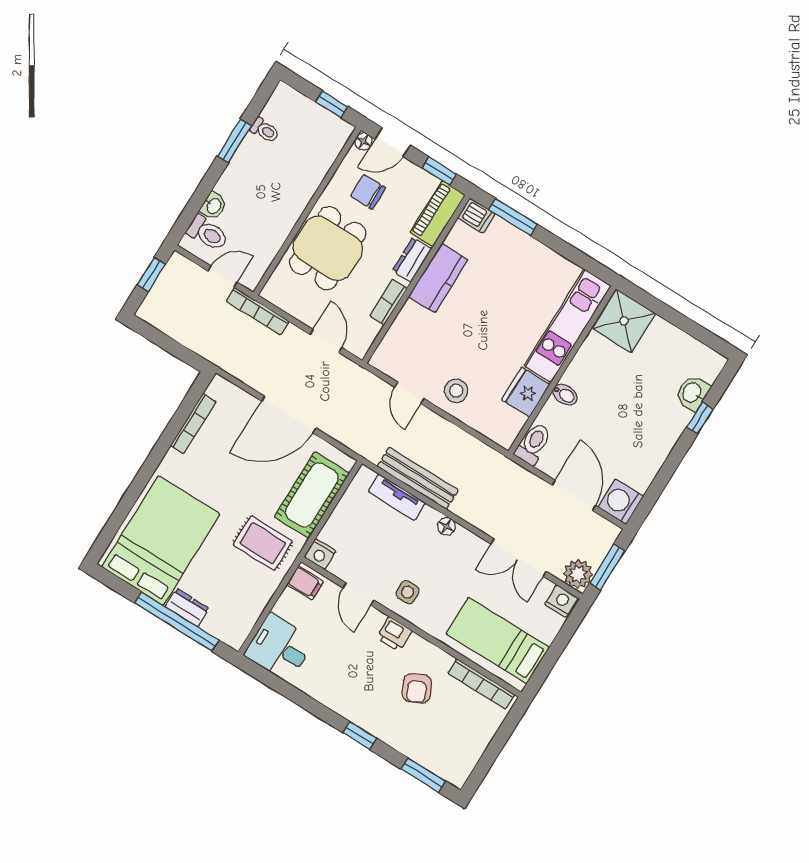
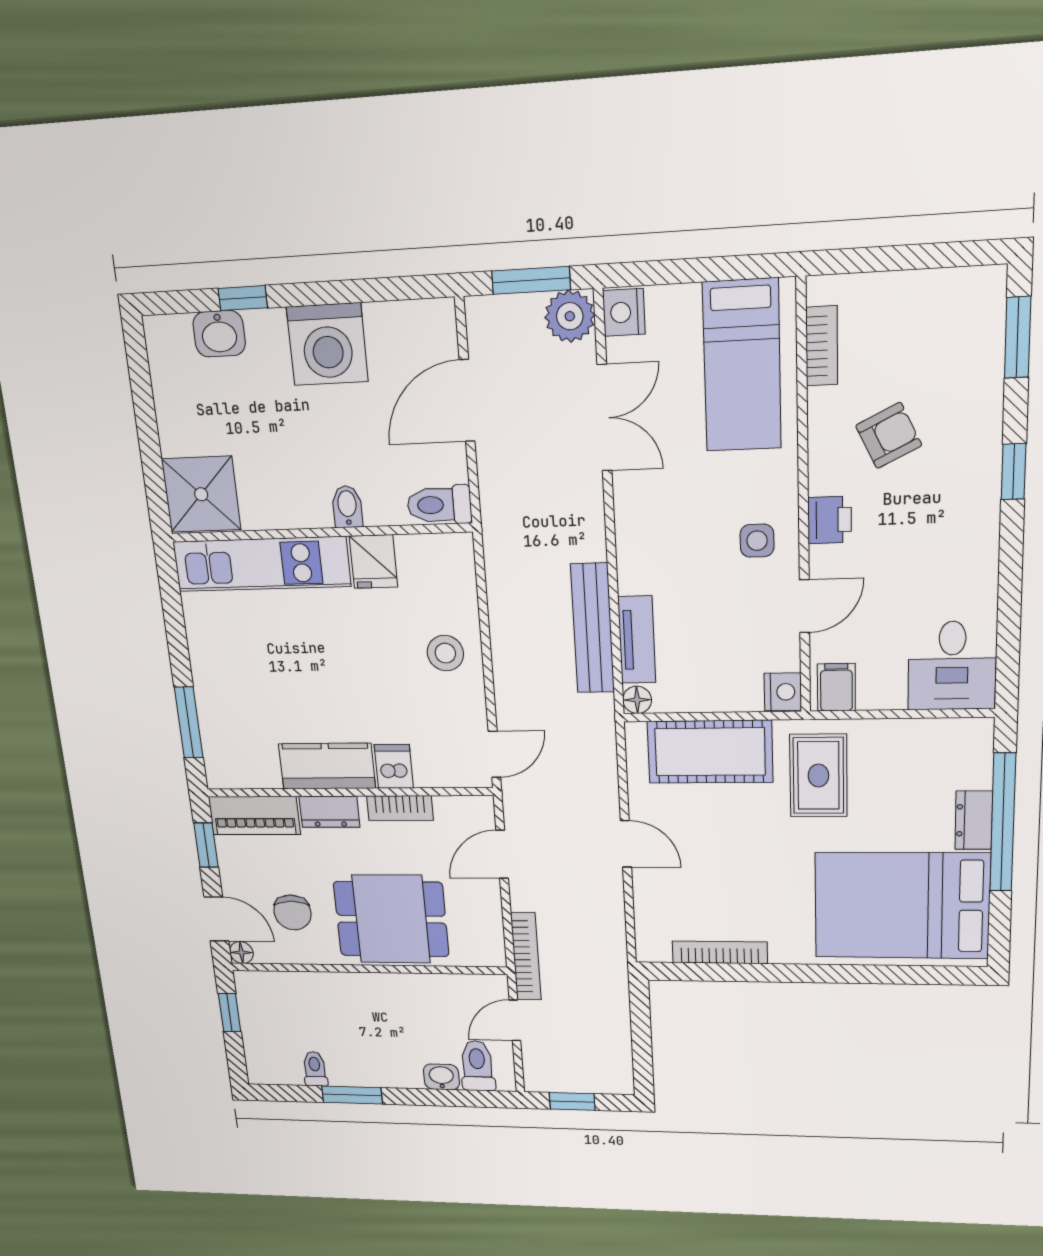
dishwasher: (476, 216) -> (394, 766), moved
door: (222, 277) -> (515, 1020), hinge flipped
fridge: (526, 392) -> (373, 562), width x0.72
door: (409, 393) -> (494, 754), moved
door: (289, 415) -> (626, 844), width x0.53
washing machine: (621, 502) -> (327, 344), moved, width x1.37, depth x1.37
floor lamp: (446, 526) -> (637, 700), moved
bookcase: (481, 684) -> (822, 346), width x0.64

